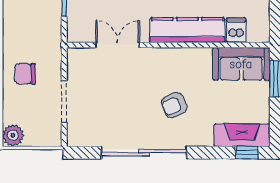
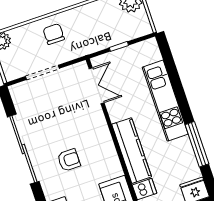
double door: (118, 45) -> (97, 86), moved
armchair: (174, 105) -> (69, 160), turned 114

